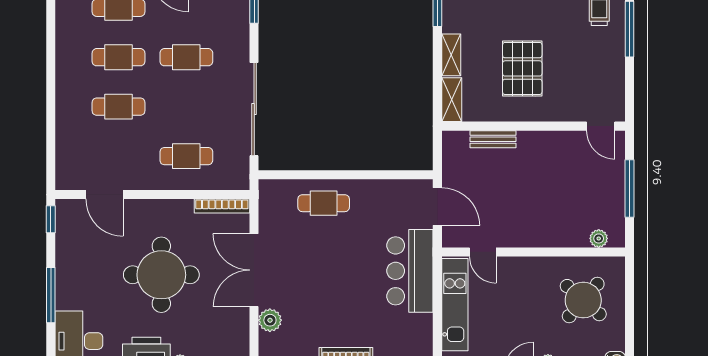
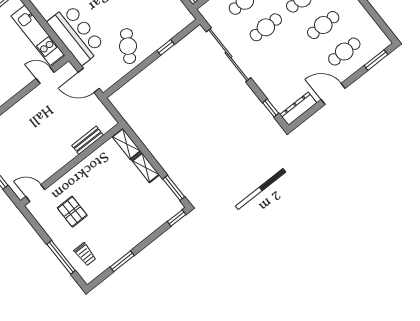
cafe table: (186, 57) -> (266, 27), moved
pallet: (522, 68) -> (72, 212), moved, width x0.67, depth x0.71
window: (319, 175) -> (166, 47), added
cafe table: (324, 203) -> (128, 46), moved, turned -59

